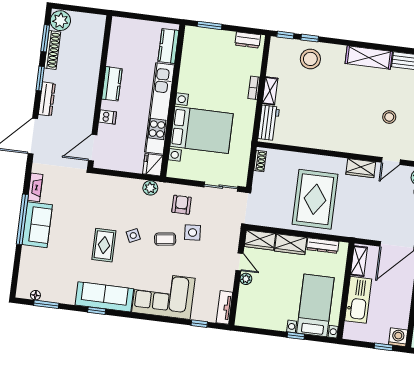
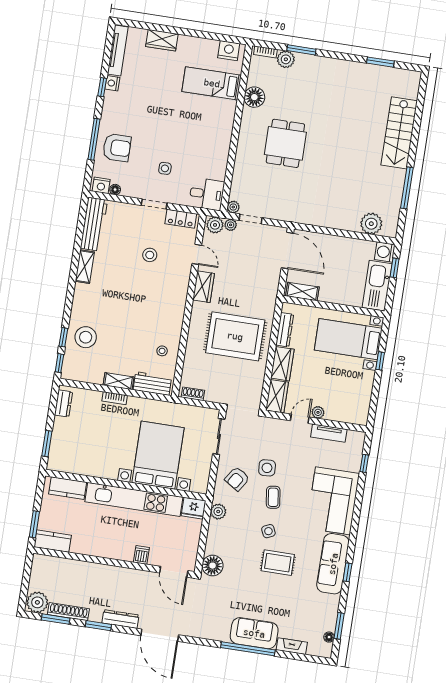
window: (133, 16) -> (34, 524), added
shelving: (369, 58) -> (85, 267), width x0.67, depth x0.75
kitchen counter: (112, 84) -> (53, 541), moved
stool: (300, 131) -> (162, 351), added
floor lamp: (100, 184) -> (213, 566), added
fireplace: (35, 187) -> (292, 646), moved
armchair: (182, 205) -> (237, 479), turned -57
kitchen sink: (358, 300) -> (377, 286), moved, turned -90
tv unit: (224, 307) -> (329, 433), moved

